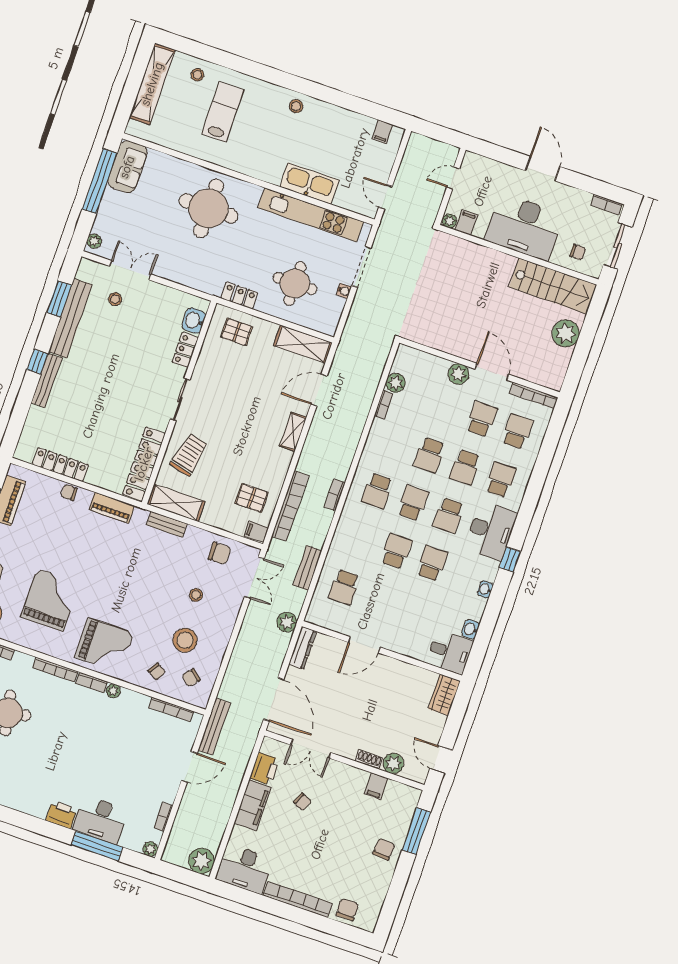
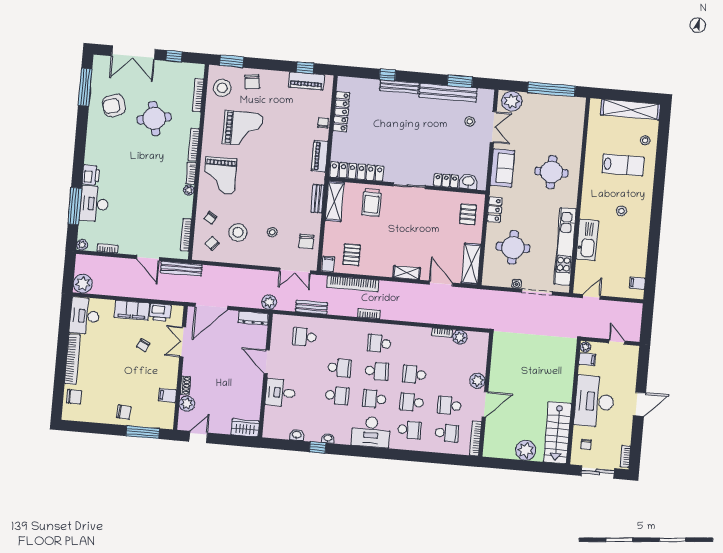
stool: (296, 106) -> (621, 211), moved
sofa: (127, 167) -> (502, 168), moved, turned -90
round table: (208, 208) -> (551, 172), width x0.73, depth x0.73
plant: (94, 241) -> (512, 101), width x1.88, depth x1.88
window: (37, 362) -> (387, 75), moved
school desk: (482, 419) -> (449, 405), turned 180
trolley: (189, 455) -> (371, 202), turned 77
window: (510, 560) -> (318, 448), moved
desk: (450, 652) -> (280, 393), moved, turned 90

